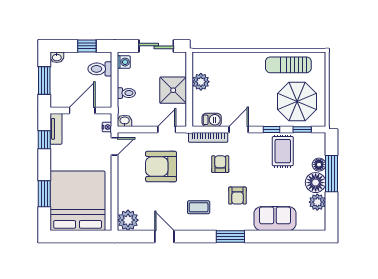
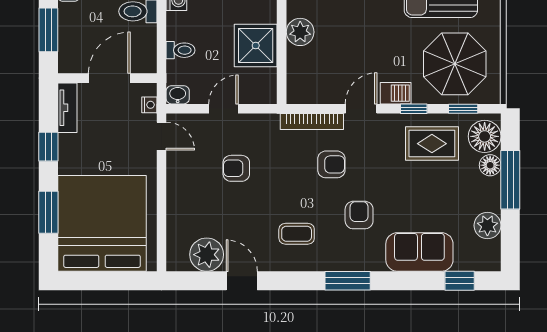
barbecue: (212, 120) -> (396, 93), moved
door: (167, 130) -> (223, 109), moved
window: (44, 140) -> (48, 147), moved
door: (115, 146) -> (162, 136), hinge flipped
rug: (283, 151) -> (432, 144), turned 90
armchair: (220, 164) -> (331, 164), turned 90
armchair: (161, 167) -> (236, 168), width x0.53, depth x0.53
floor lamp: (316, 183) -> (485, 136), moved
armchair: (237, 196) -> (359, 215), turned 180
plant: (128, 220) -> (207, 255), moved
window: (300, 237) -> (460, 281), added

